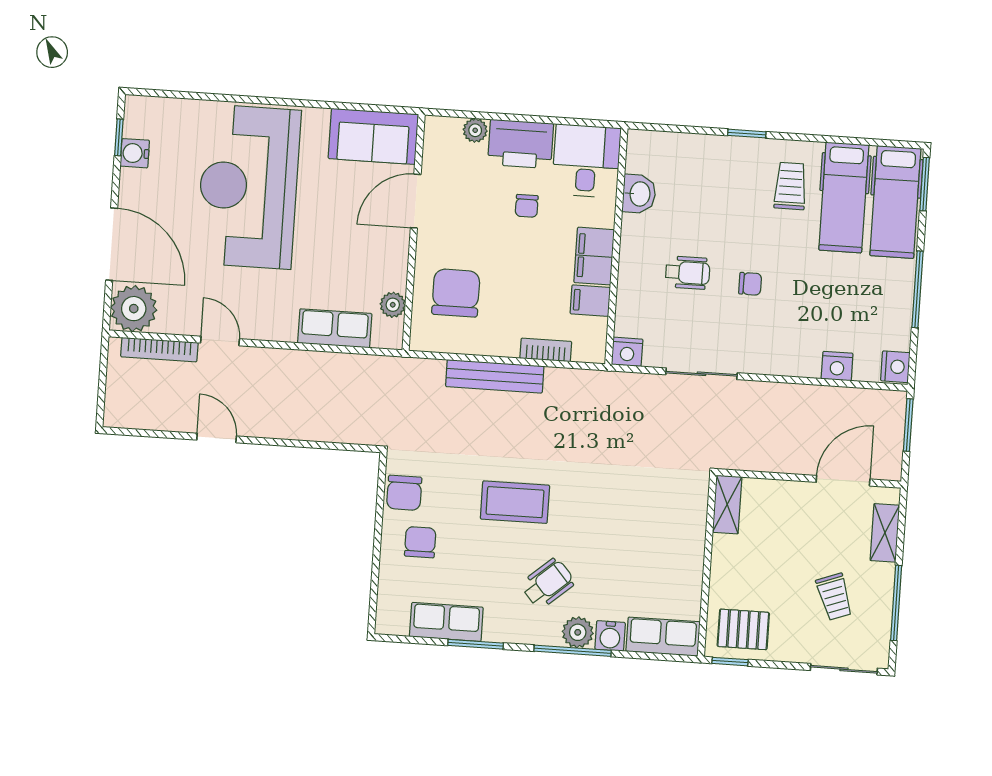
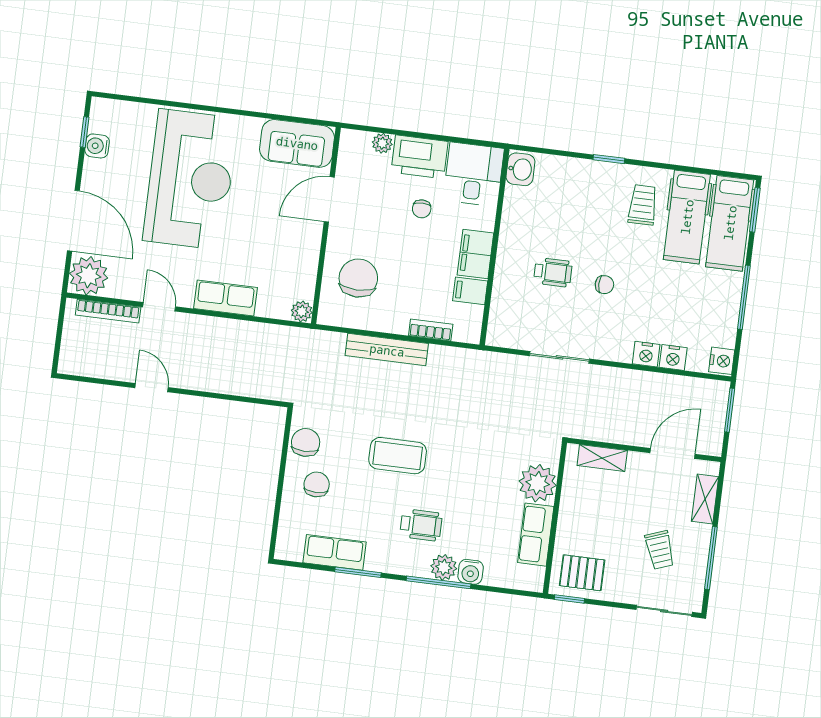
reception desk: (248, 187) -> (190, 179), turned 180
washbasin: (639, 194) -> (520, 169), moved
plant: (393, 305) -> (302, 311), moved
row of seats: (335, 328) -> (225, 298), moved
nightstand: (627, 352) -> (646, 354), moved
chair: (404, 493) -> (306, 442), turned 180
shelving: (727, 505) -> (602, 458), moved, turned 90
plant: (684, 525) -> (538, 483), added
wheelchair: (548, 583) -> (421, 525), turned 41
row of seats: (663, 637) -> (536, 535), moved, turned -90

